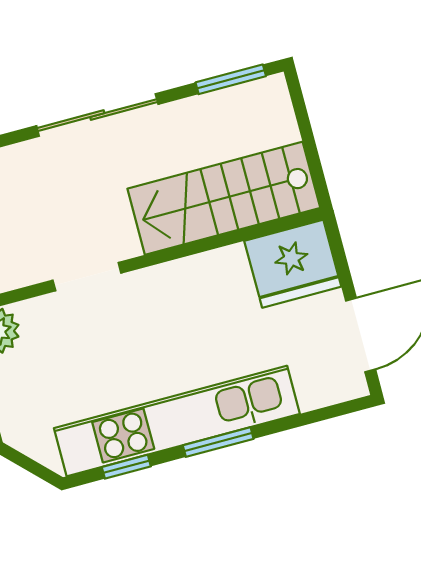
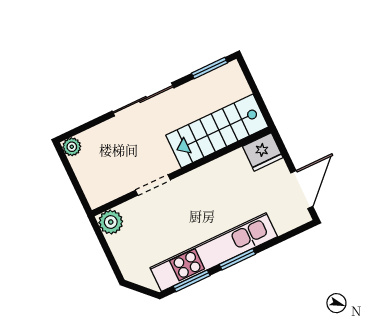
fridge: (293, 264) -> (263, 152), width x0.73, depth x0.75
window: (126, 467) -> (192, 281), width x1.50

